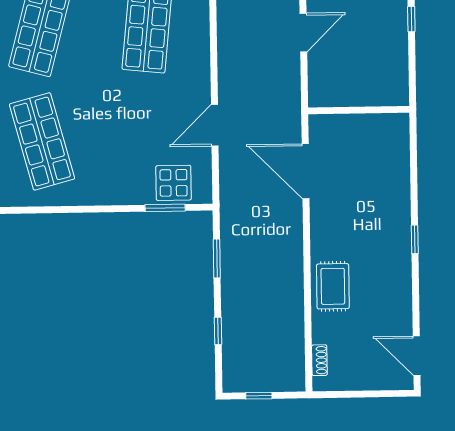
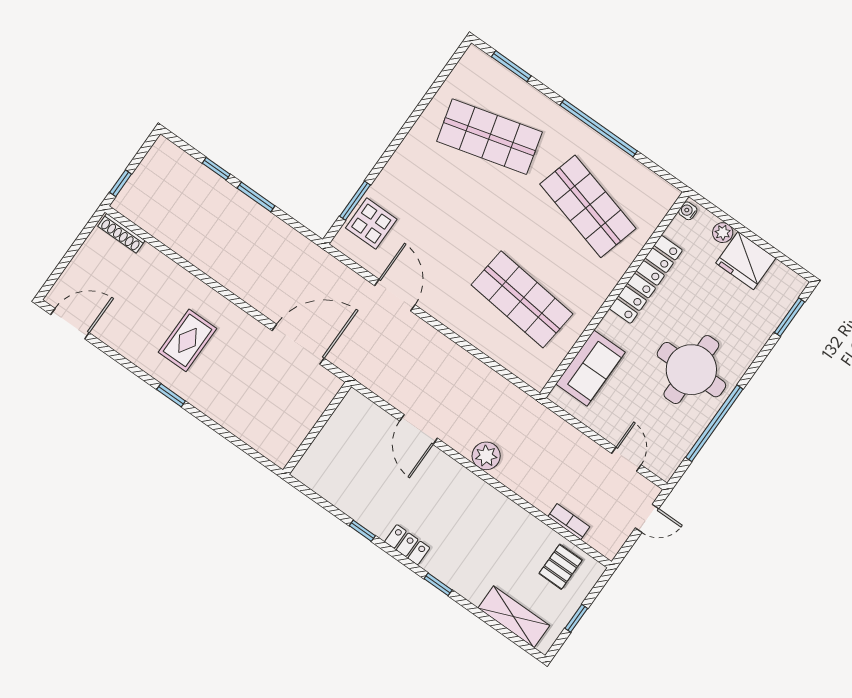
window: (217, 258) -> (256, 197), moved
rug: (333, 286) -> (187, 340), moved, turned 90
shoe rack: (319, 360) -> (121, 233), width x1.43
window: (259, 396) -> (121, 183), moved

